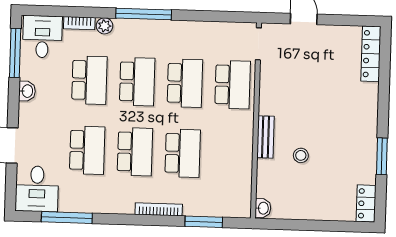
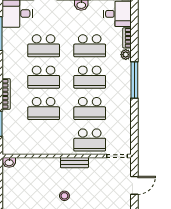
bench: (265, 137) -> (74, 163), moved
stool: (301, 155) -> (64, 196), moved

